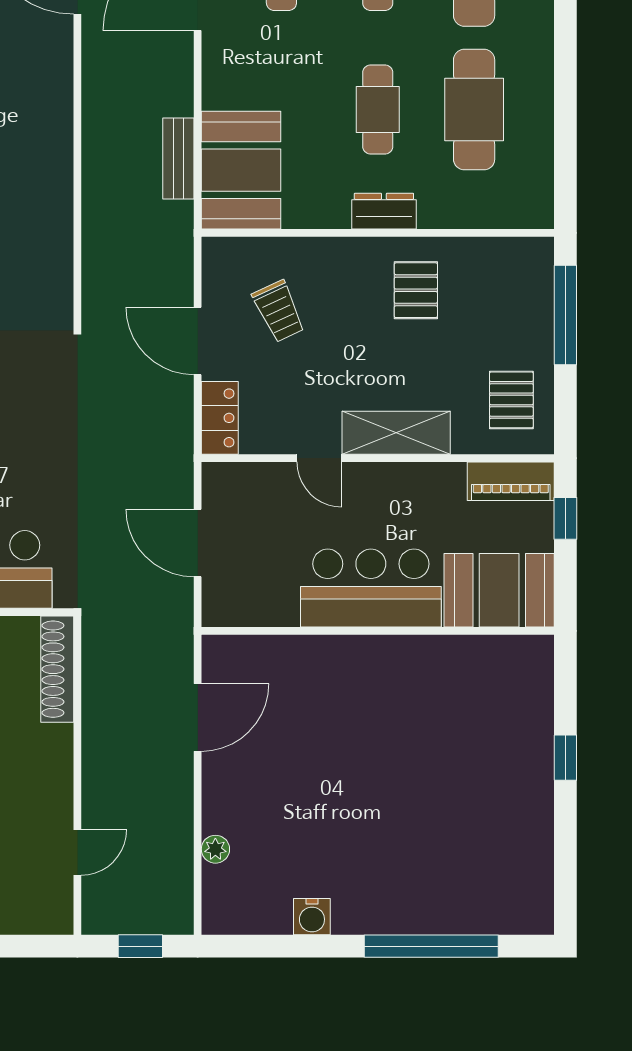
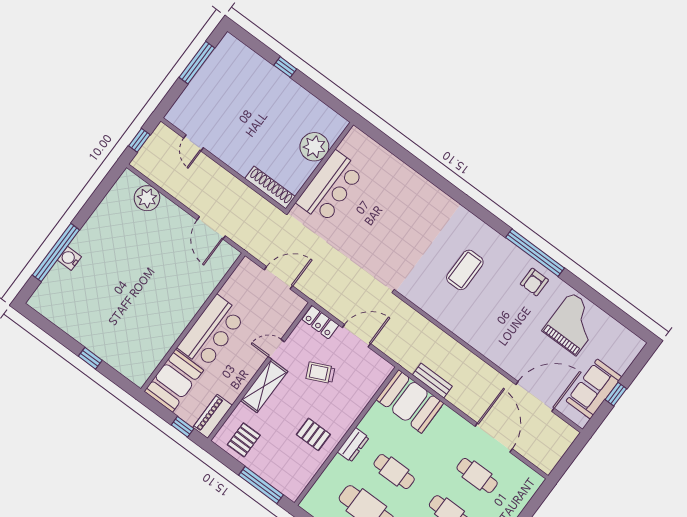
trolley: (279, 311) -> (320, 373), moved
pallet: (511, 400) -> (244, 440), turned 90
plant: (215, 849) -> (147, 198), width x1.87, depth x1.87
water cooler: (312, 917) -> (69, 258), moved

